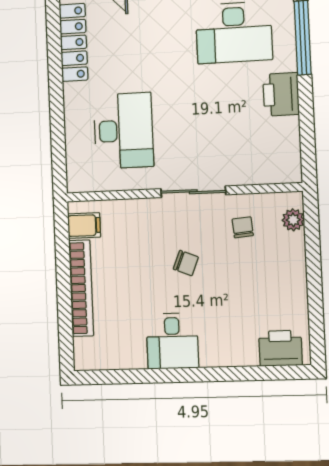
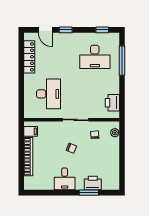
printer: (281, 94) -> (112, 103), moved
printer: (280, 348) -> (93, 183), moved
window: (235, 374) -> (89, 193), added

